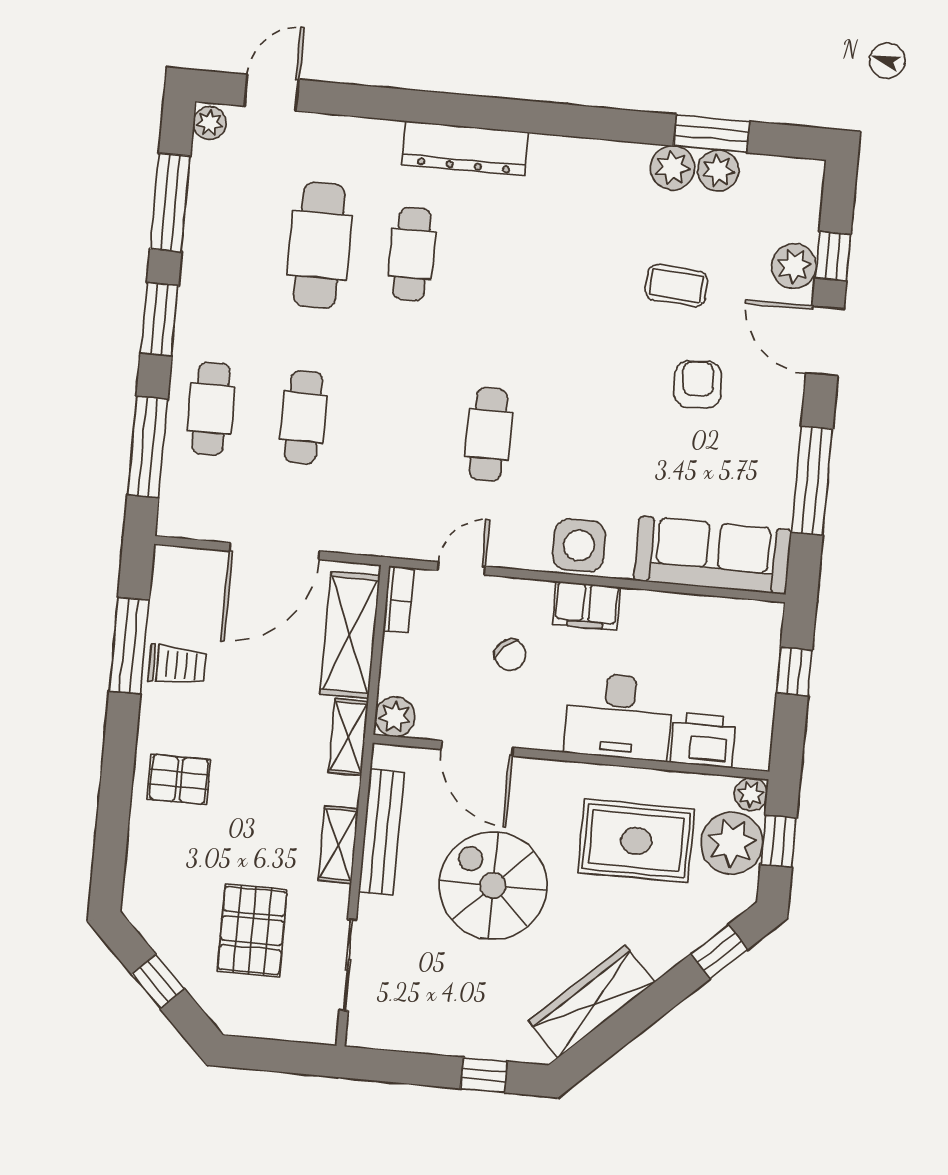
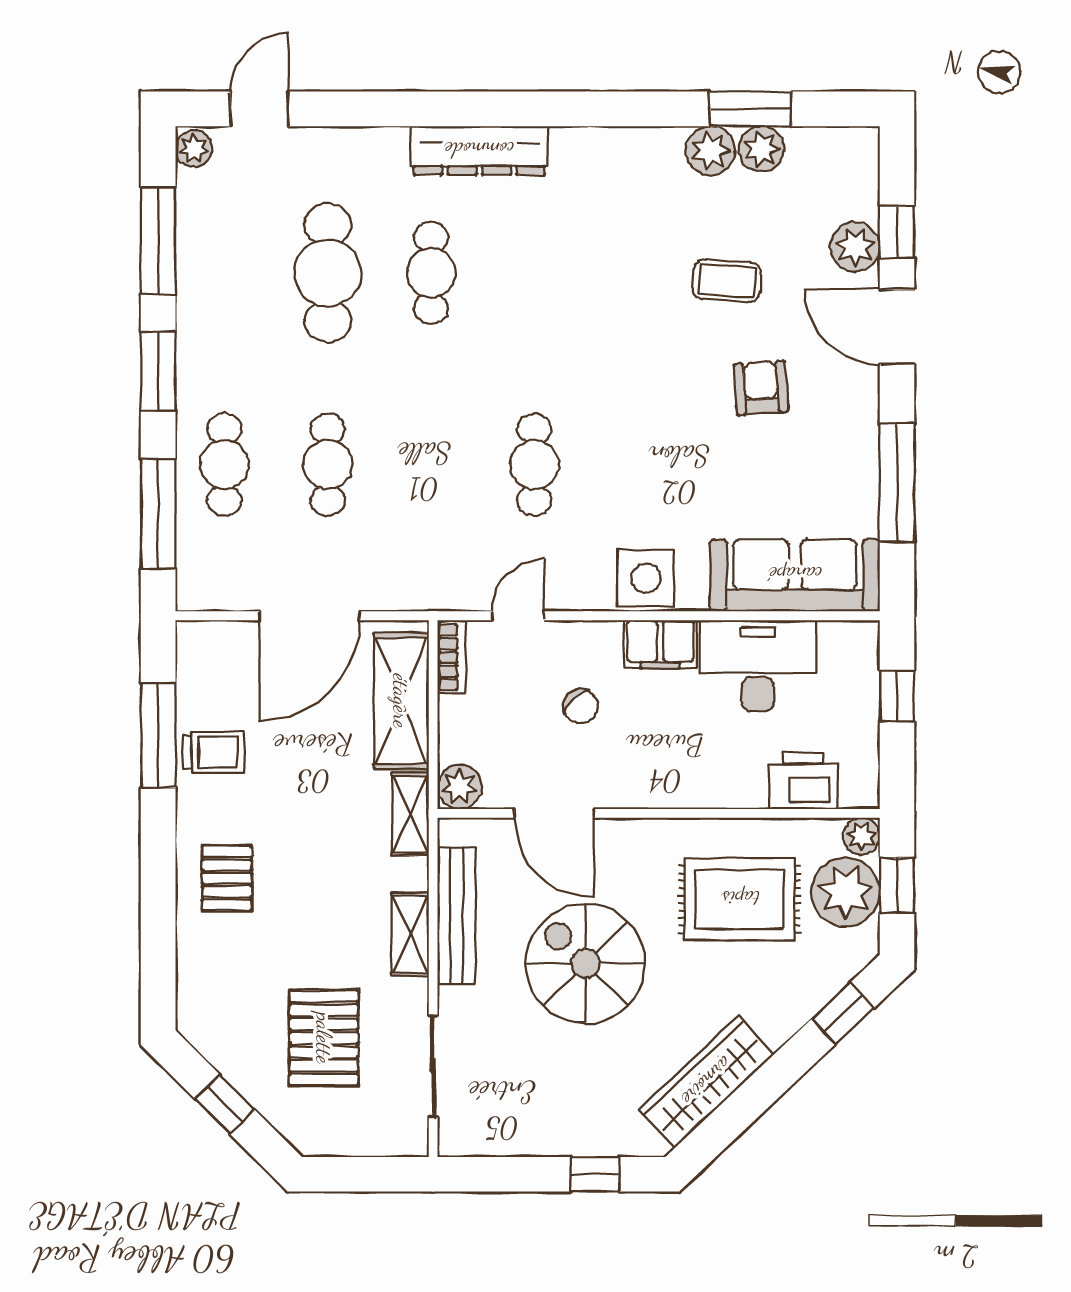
desk: (619, 716) -> (758, 666), moved, turned 180
pallet: (179, 779) -> (227, 878), turned 90

